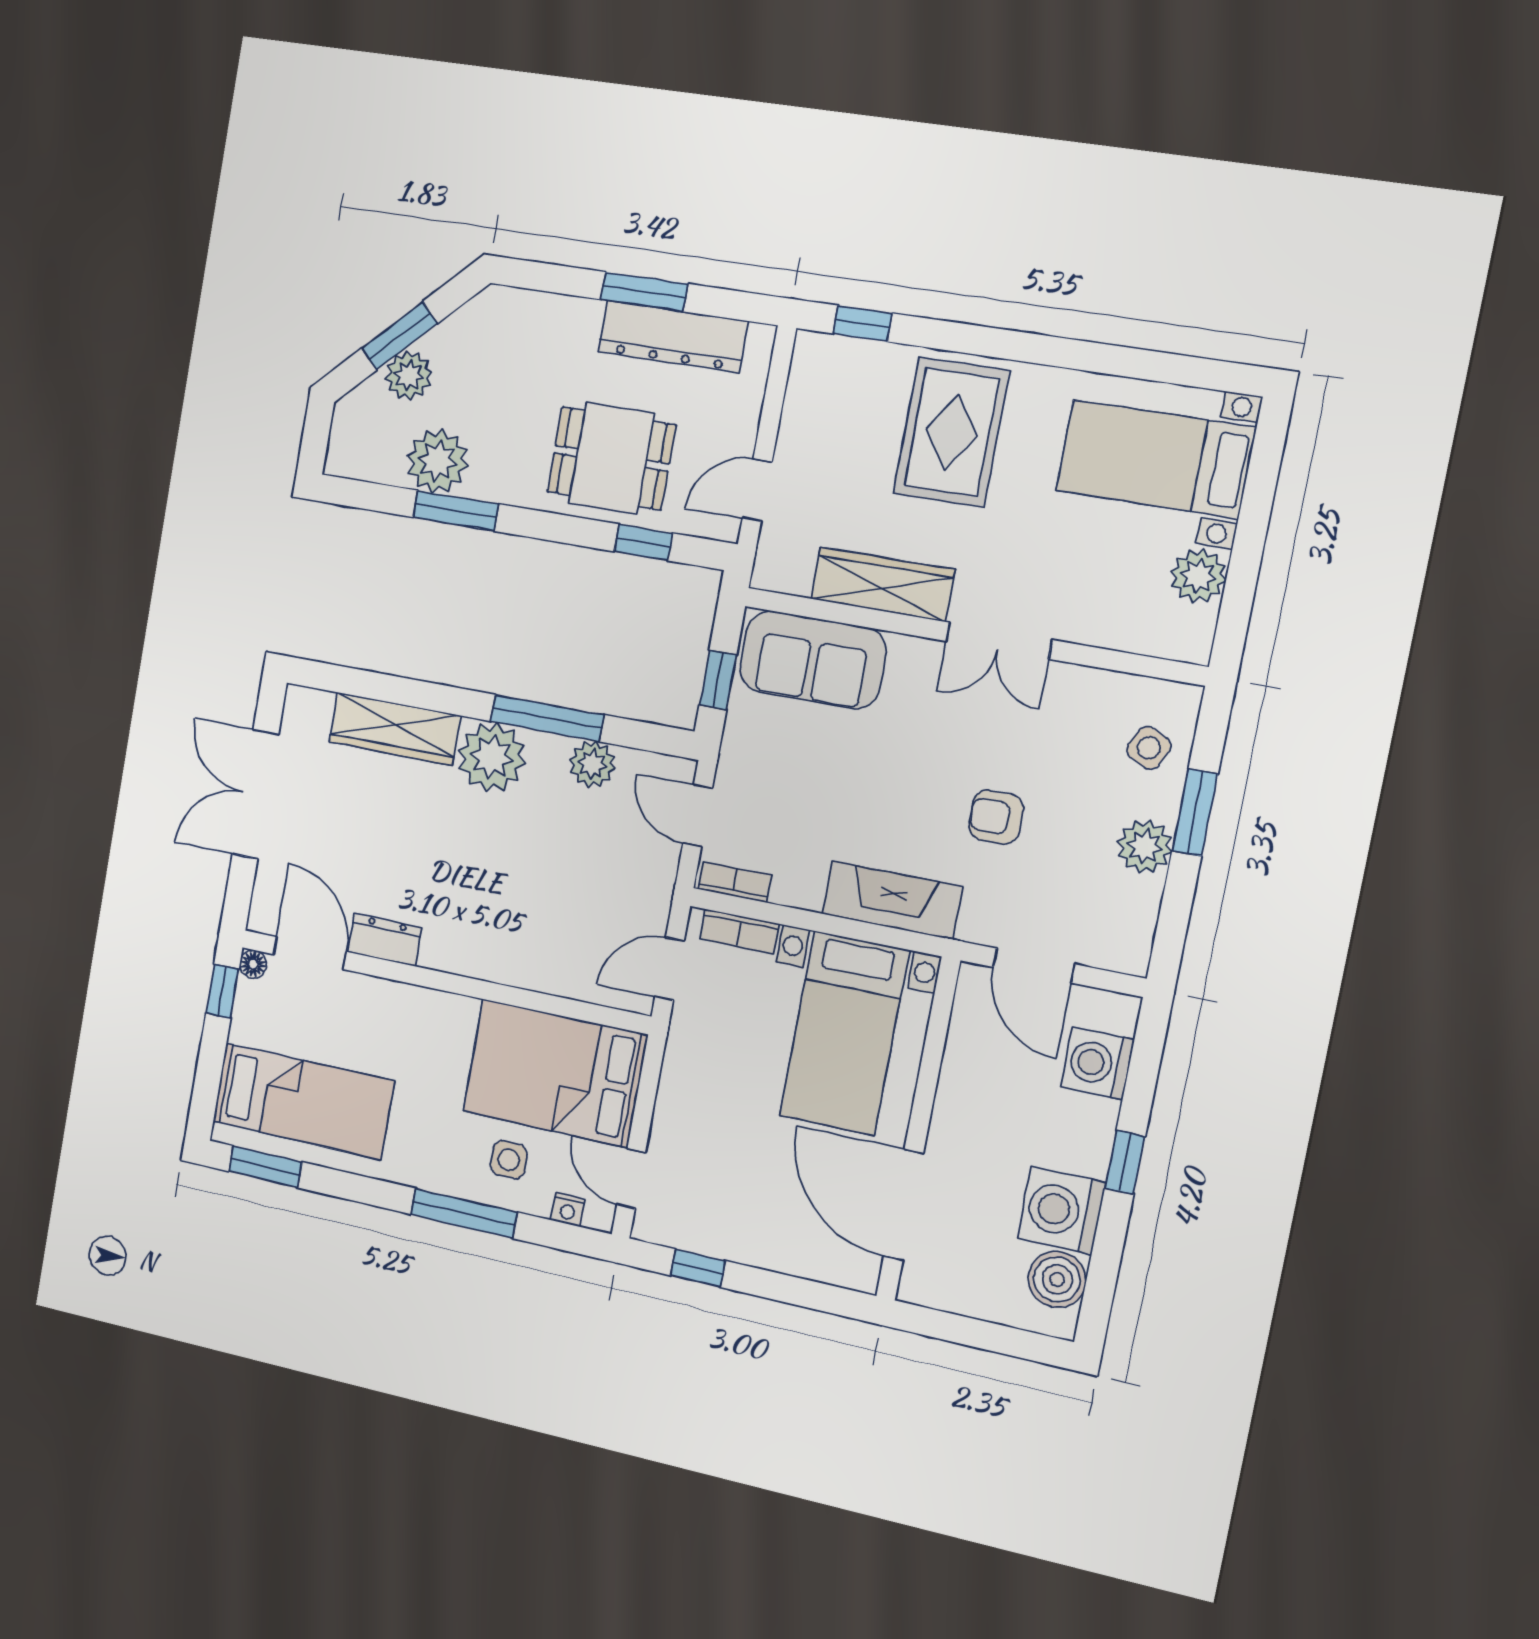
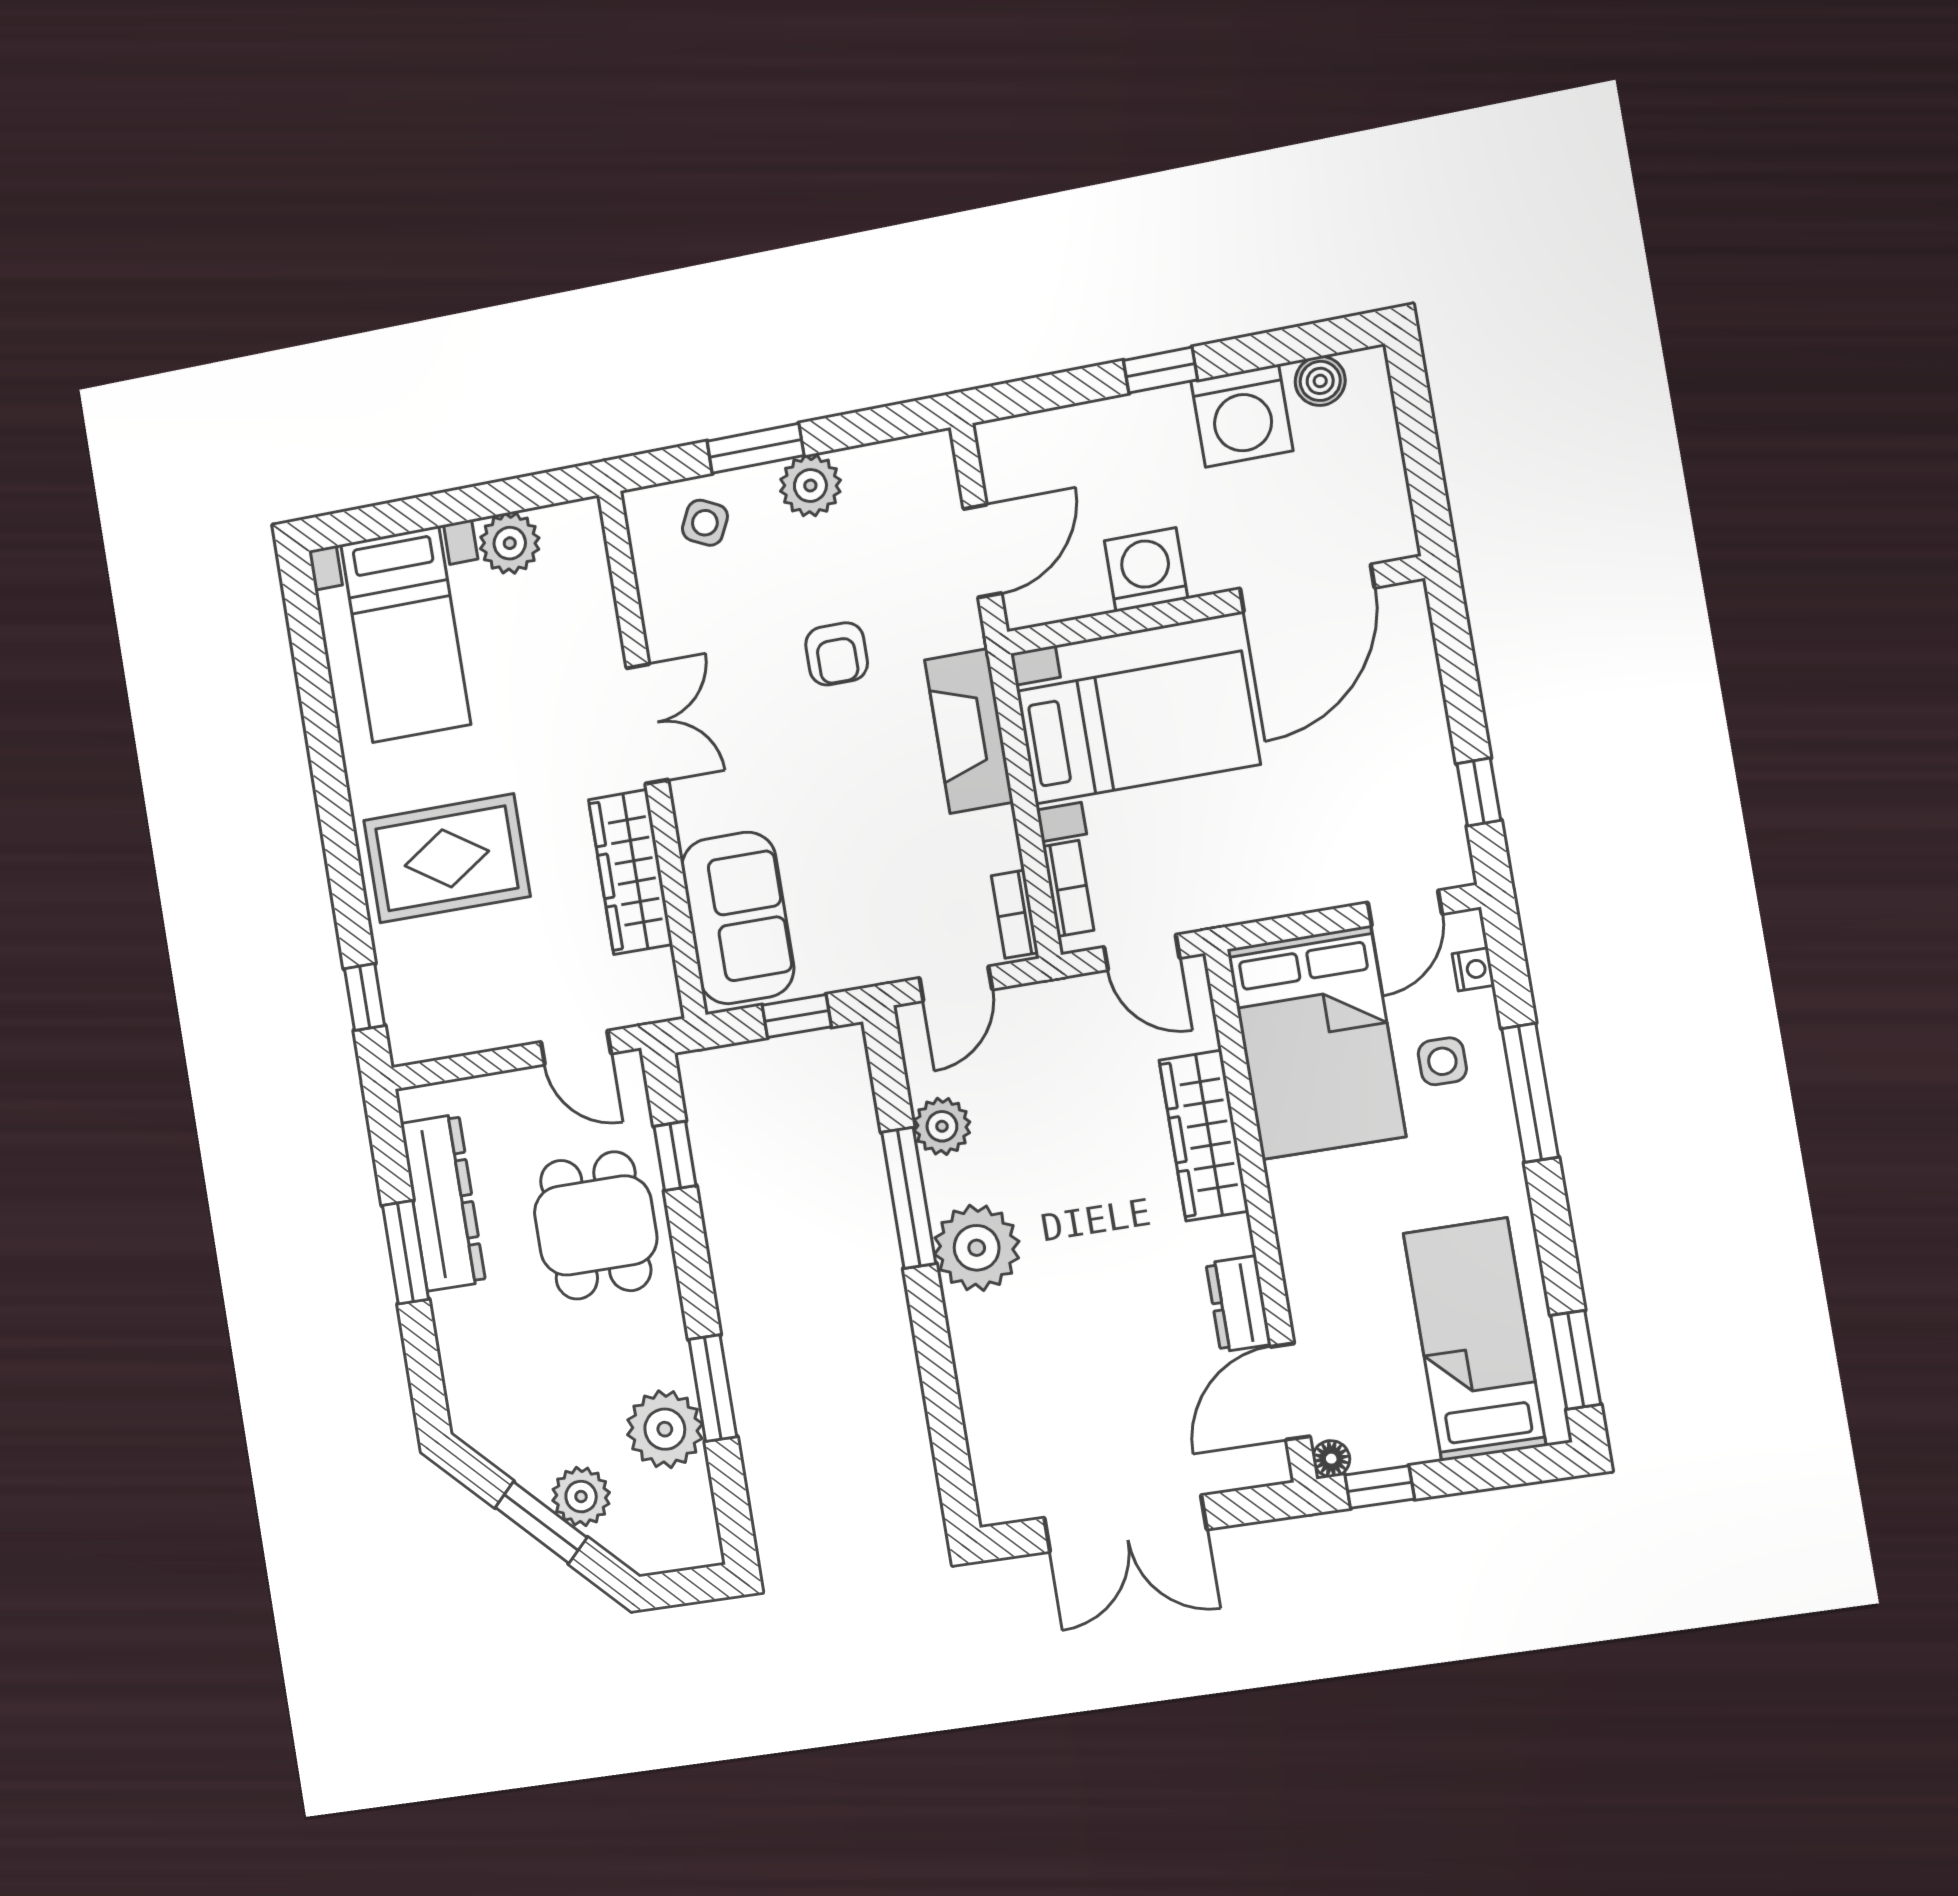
wardrobe: (395, 729) -> (1204, 1136), moved, turned 180
washing machine: (1097, 1063) -> (1146, 570), moved, turned 180
boiler: (1057, 1279) -> (1320, 381), width x0.73, depth x0.73

